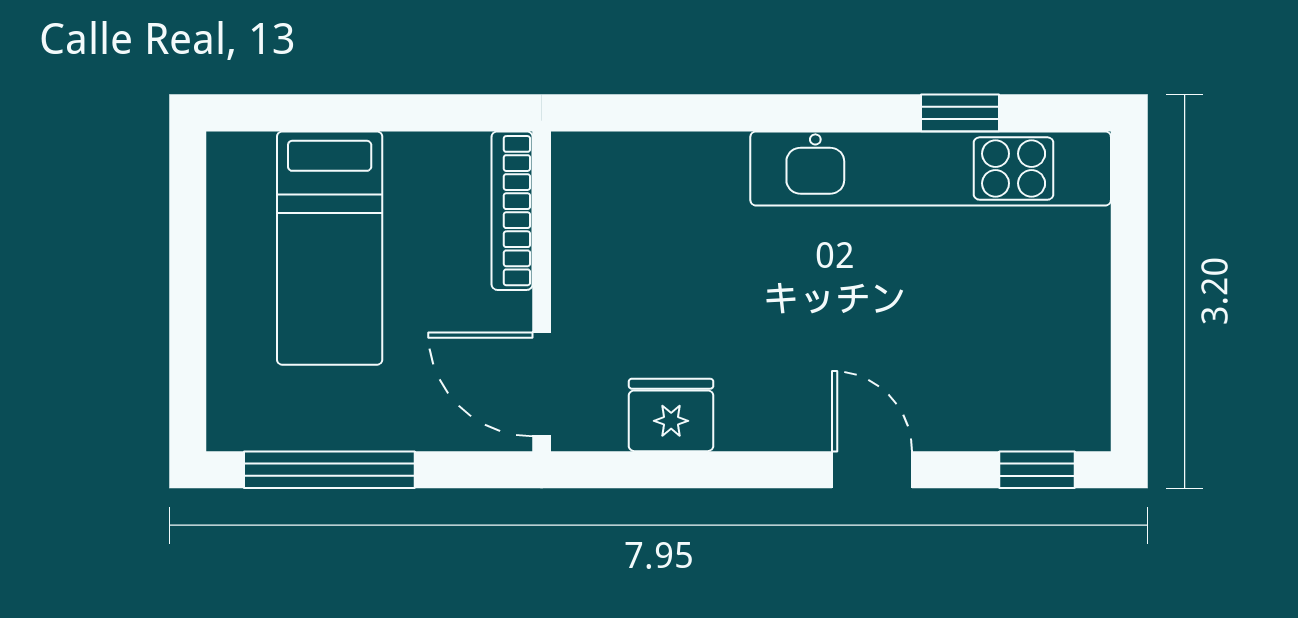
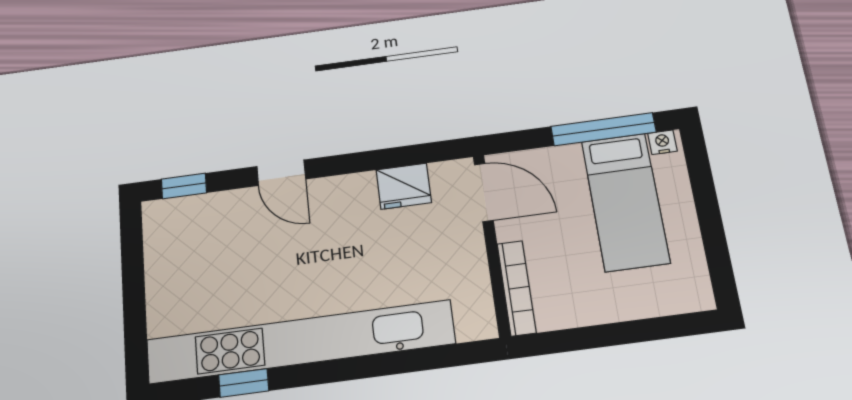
kitchen unit: (931, 169) -> (300, 342), width x1.36
bed: (330, 248) -> (625, 202), moved, turned 180
nightstand: (238, 431) -> (662, 142), added

